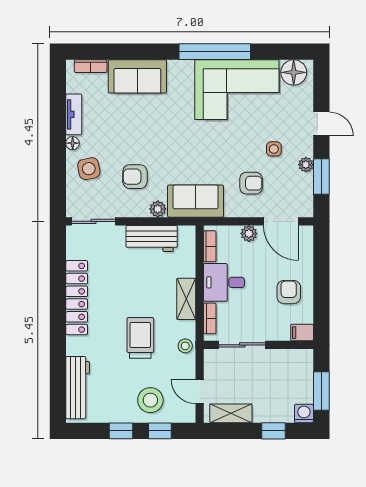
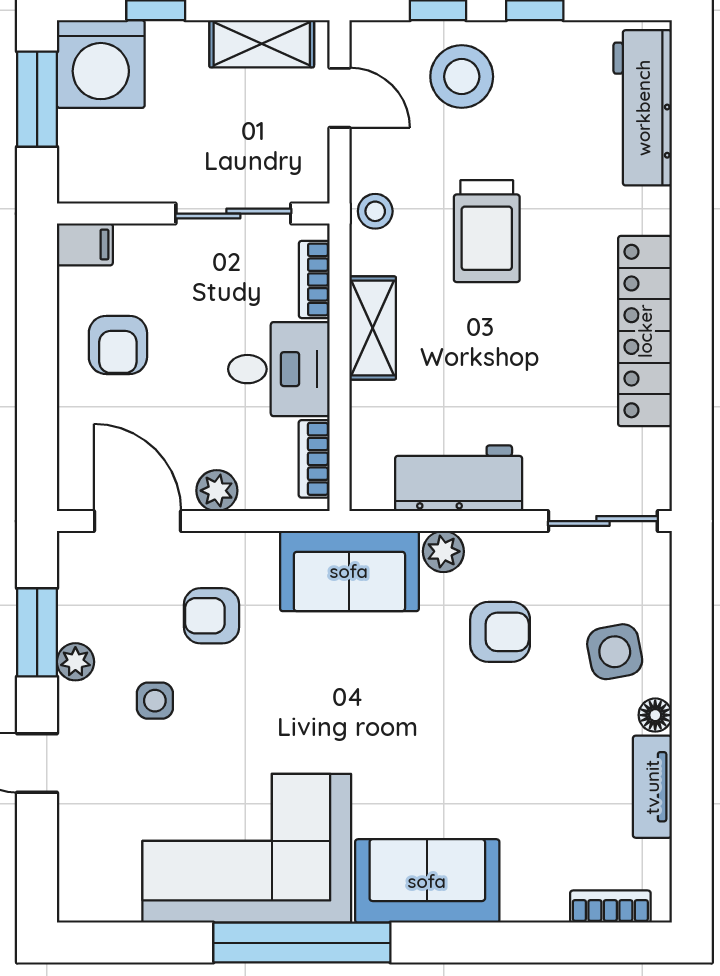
floor lamp: (294, 72) -> (105, 891), removed
sofa: (137, 76) -> (427, 881), moved
washing machine: (304, 413) -> (101, 64), width x1.89, depth x1.89

